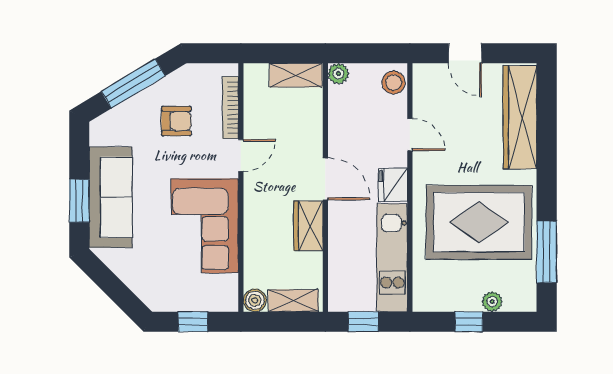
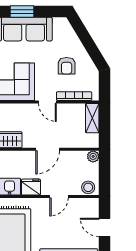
door: (465, 53) -> (105, 227), hinge flipped
shelving: (296, 75) -> (92, 118), moved
window: (133, 84) -> (88, 42), removed
door: (325, 179) -> (48, 149), moved

